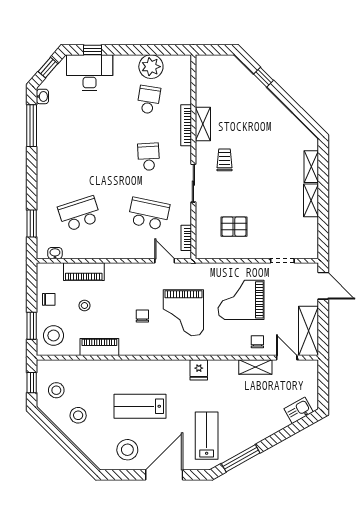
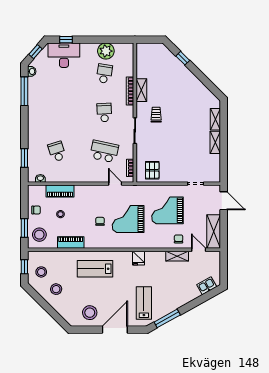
school desk: (79, 214) -> (57, 151), width x0.54
pallet: (234, 227) -> (152, 170), moved, turned 90
grand piano: (183, 313) -> (128, 219), turned 90
lab bench: (140, 406) -> (95, 269), moved

